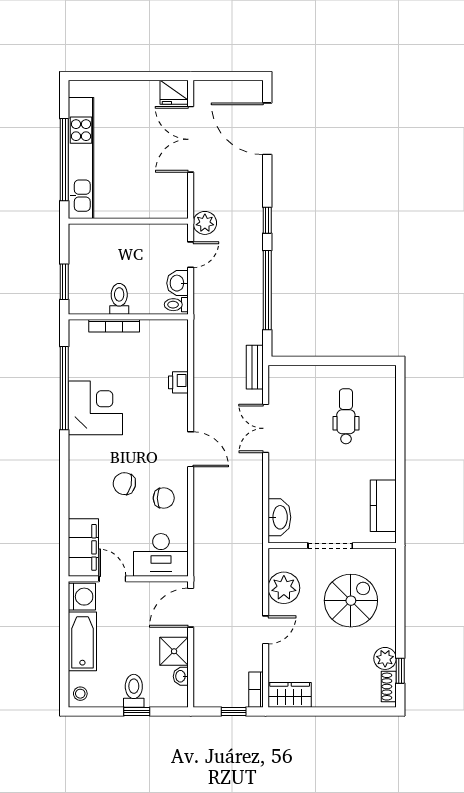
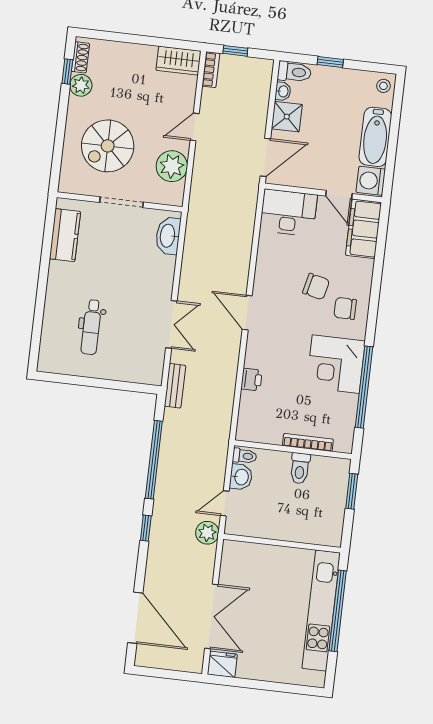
chair: (164, 498) -> (345, 308), moved
toilet: (134, 691) -> (294, 72), moved, turned -90

